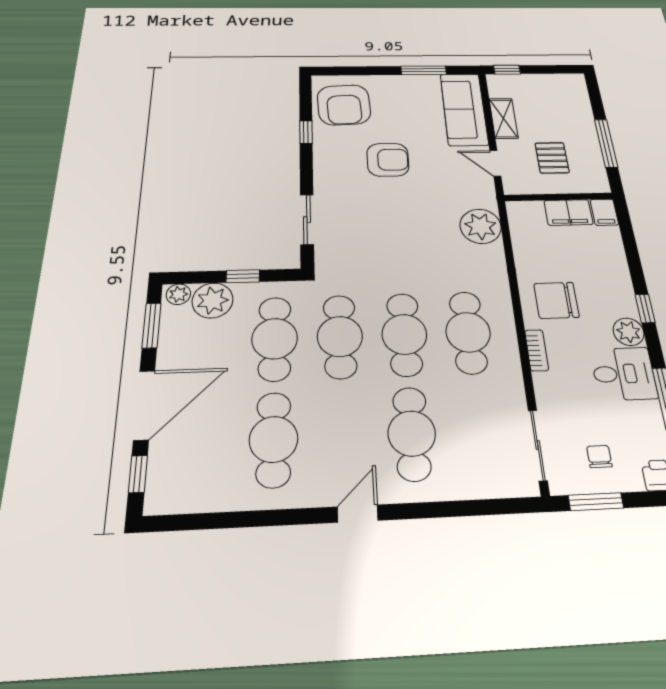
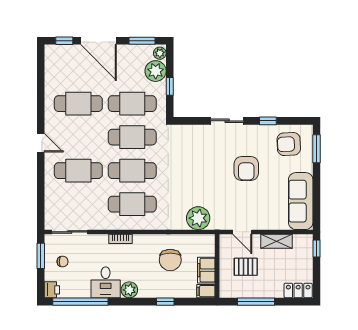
window: (424, 70) -> (317, 149), moved
locker: (576, 91) -> (298, 291), added
armchair: (344, 105) -> (289, 144), width x0.73, depth x0.73
sofa: (464, 109) -> (301, 201), moved, turned -90
door: (495, 163) -> (242, 232), swing flipped
sliding door: (307, 220) -> (227, 121), moved
chair: (556, 300) -> (170, 260), moved, turned 180
window: (645, 309) -> (165, 302), moved

